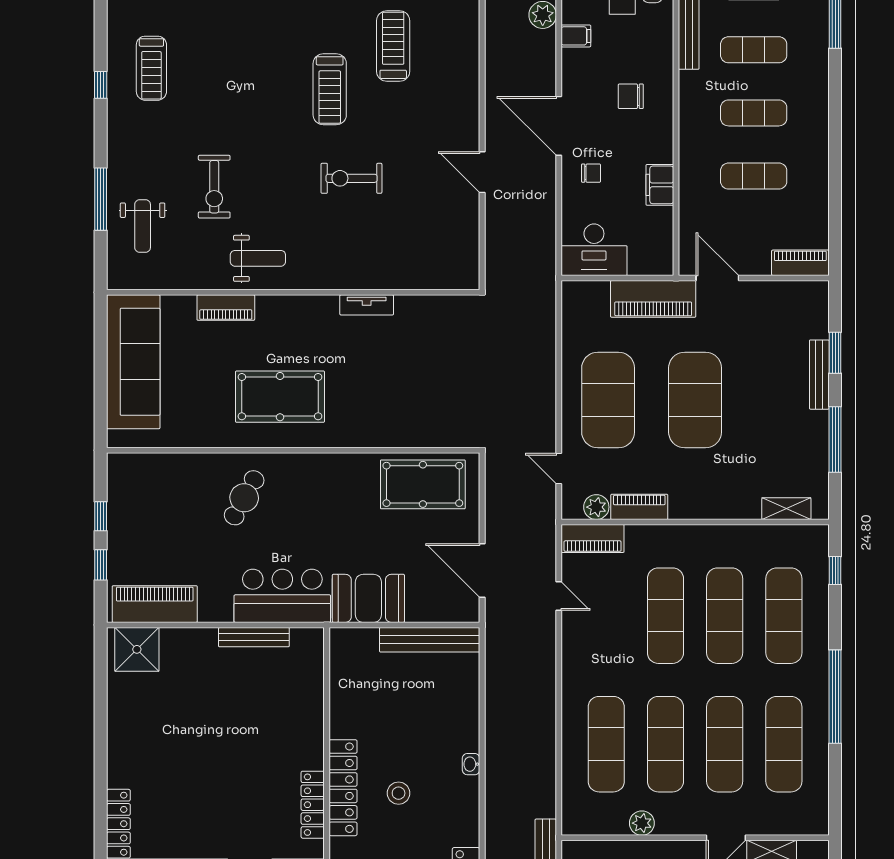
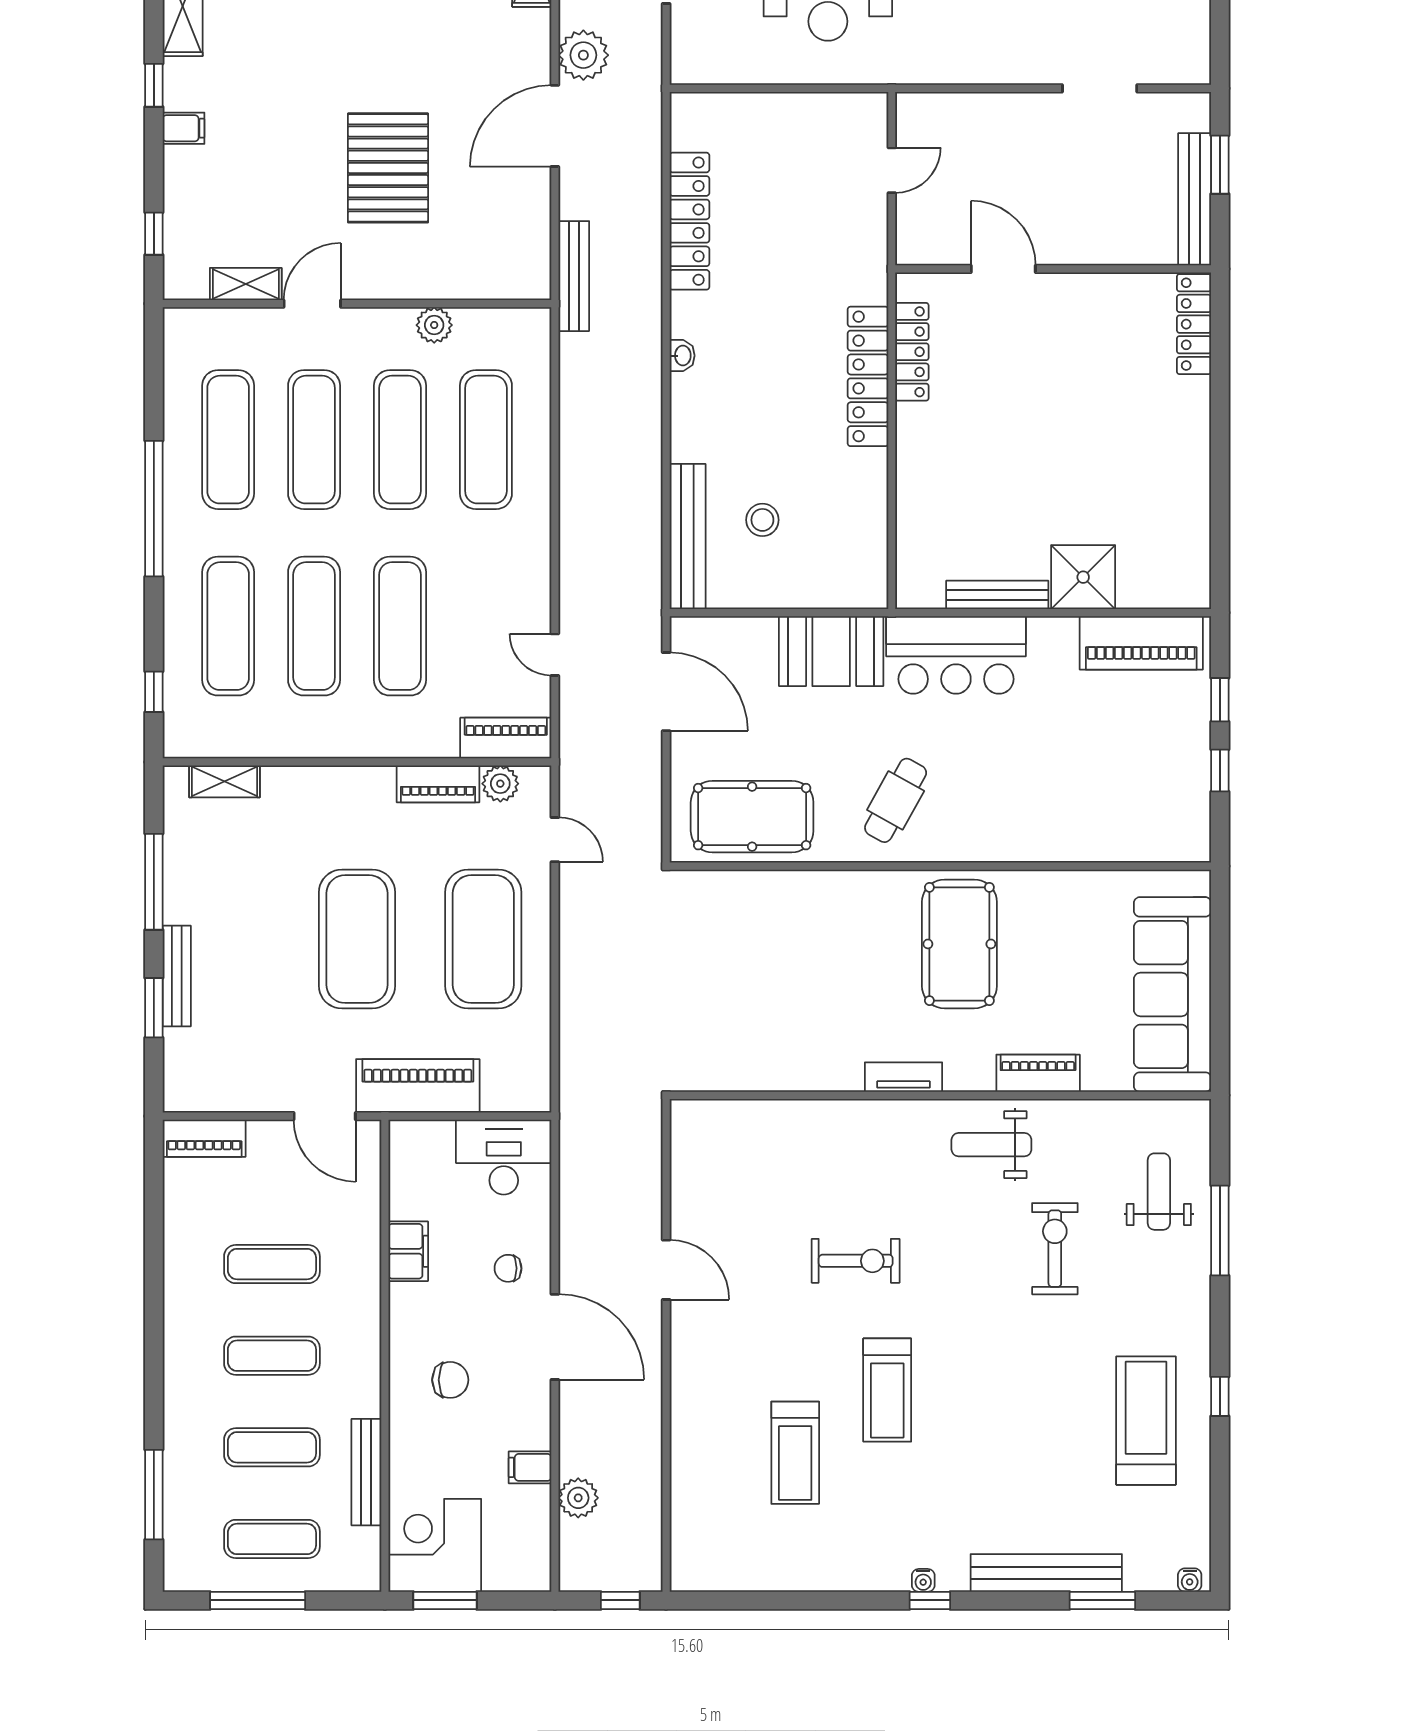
treadmill: (151, 68) -> (1146, 1421), width x1.37, depth x1.38
treadmill: (330, 89) -> (887, 1390), turned 180
tv unit: (367, 305) -> (903, 1077), moved
pool table: (280, 397) -> (959, 944), turned 90
cafe table: (244, 498) -> (896, 800), moved
bench: (430, 640) -> (688, 537), moved, turned 90
shower: (137, 649) -> (1083, 577), moved
washbasin: (471, 764) -> (682, 356), moved
stool: (399, 793) -> (762, 520), moved

